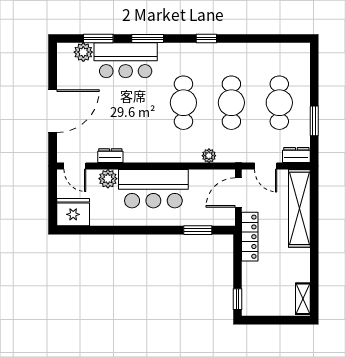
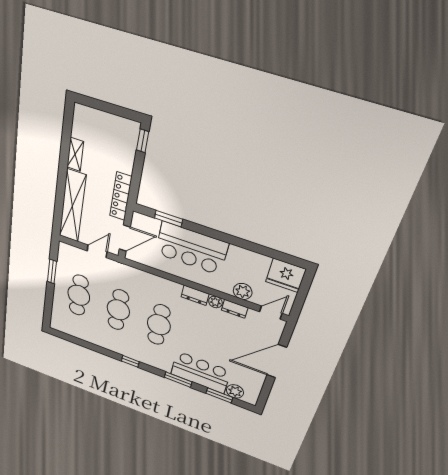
dresser: (296, 155) -> (195, 295), moved
plant: (209, 156) -> (215, 302), moved
door: (75, 166) -> (271, 313), hinge flipped
door: (266, 166) -> (97, 251), hinge flipped
bar counter: (153, 189) -> (191, 248), moved, turned 180
shelving: (303, 299) -> (75, 154), moved

